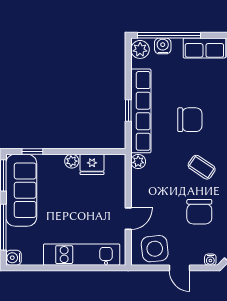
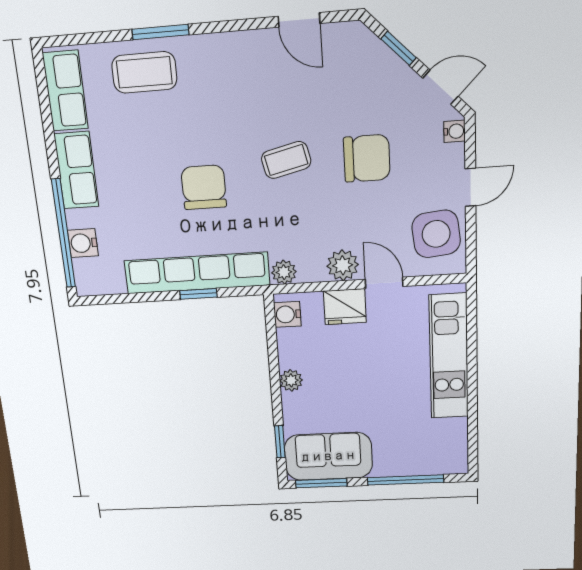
plant: (140, 49) -> (343, 265), moved
fridge: (92, 164) -> (345, 307), moved, turned 90
coffee table: (202, 167) -> (286, 160), turned 43
sofa: (21, 190) -> (328, 456), width x0.73
water cooler: (13, 258) -> (287, 314), moved, turned 90

